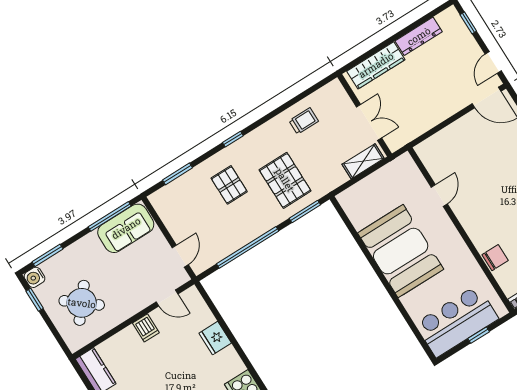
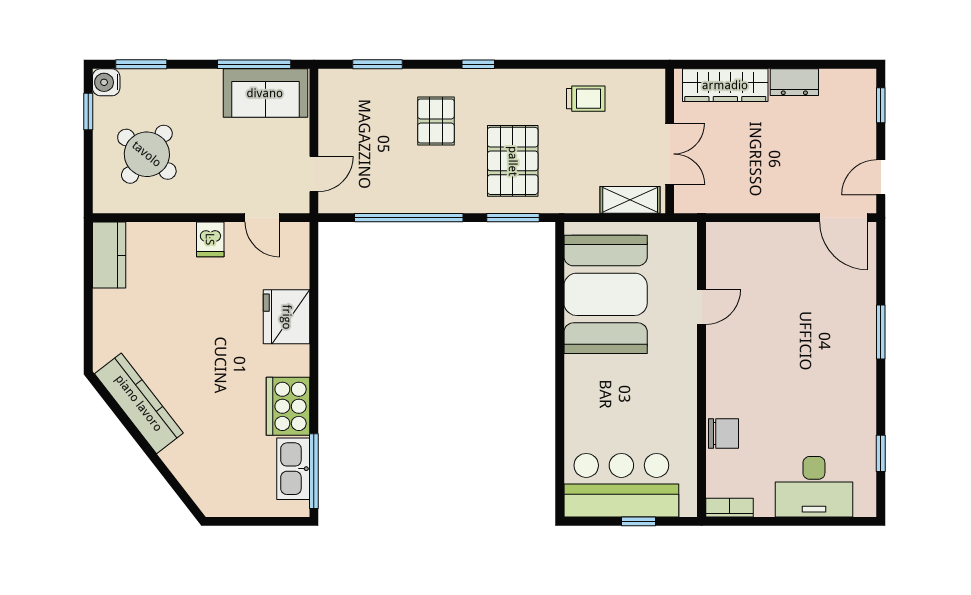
dresser: (419, 36) -> (794, 82), width x0.70
booth: (401, 251) -> (606, 294), moved
fridge: (215, 338) -> (287, 317), width x1.36, depth x1.34

